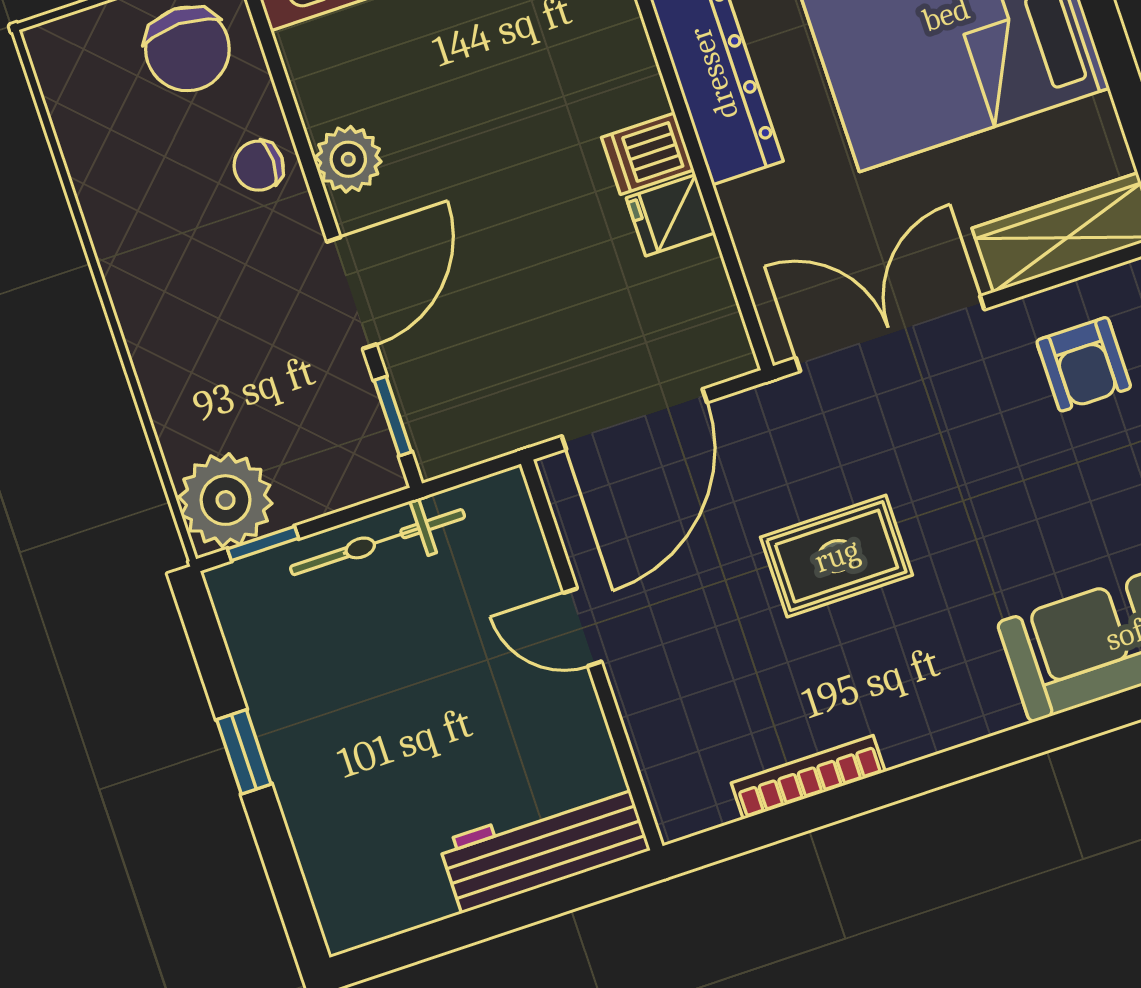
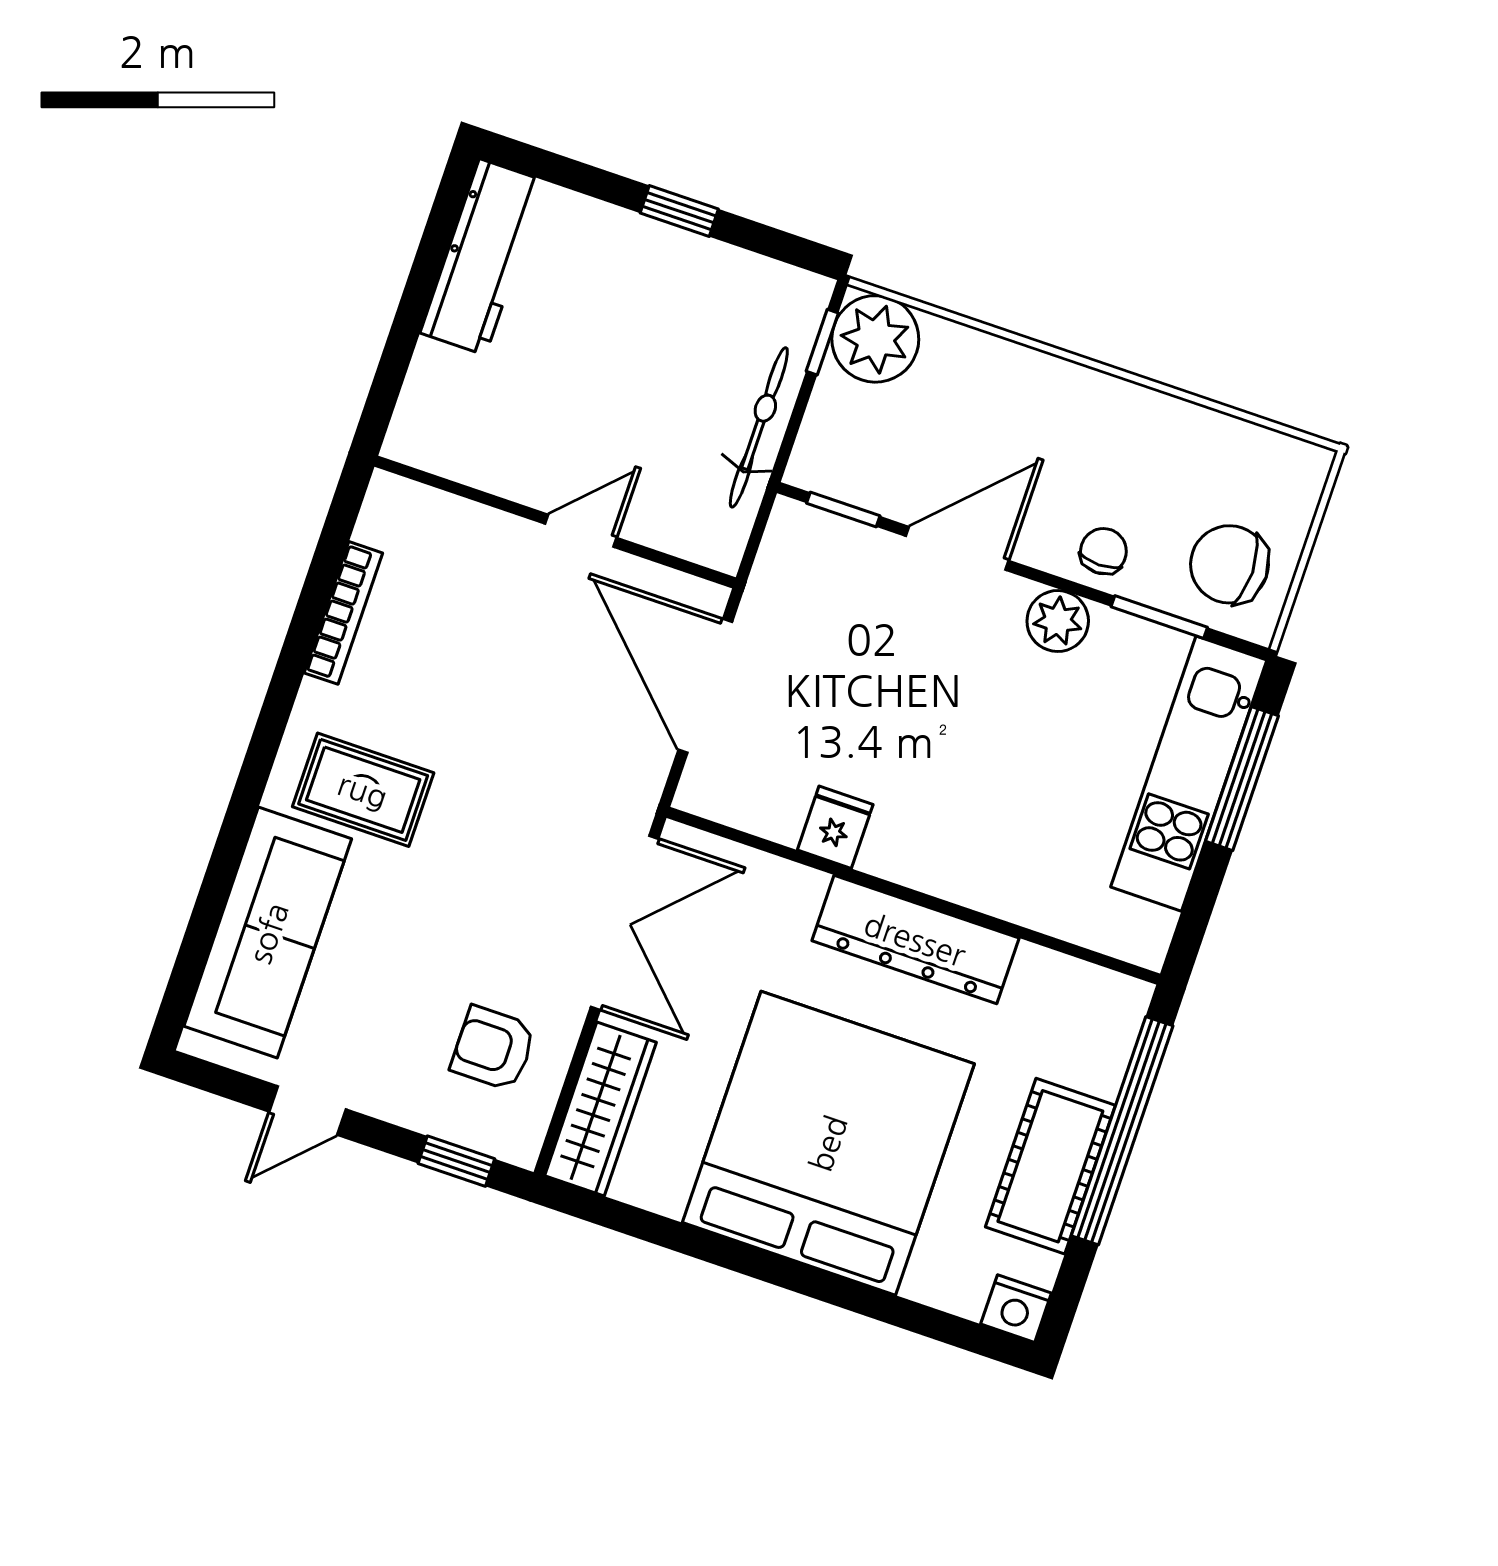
window: (279, 75) -> (1159, 617), added
dishwasher: (648, 154) -> (894, 845), removed
door: (352, 293) -> (957, 548), swing flipped
rug: (837, 556) -> (363, 790), moved, turned 90
workbench: (544, 846) -> (482, 257), moved

